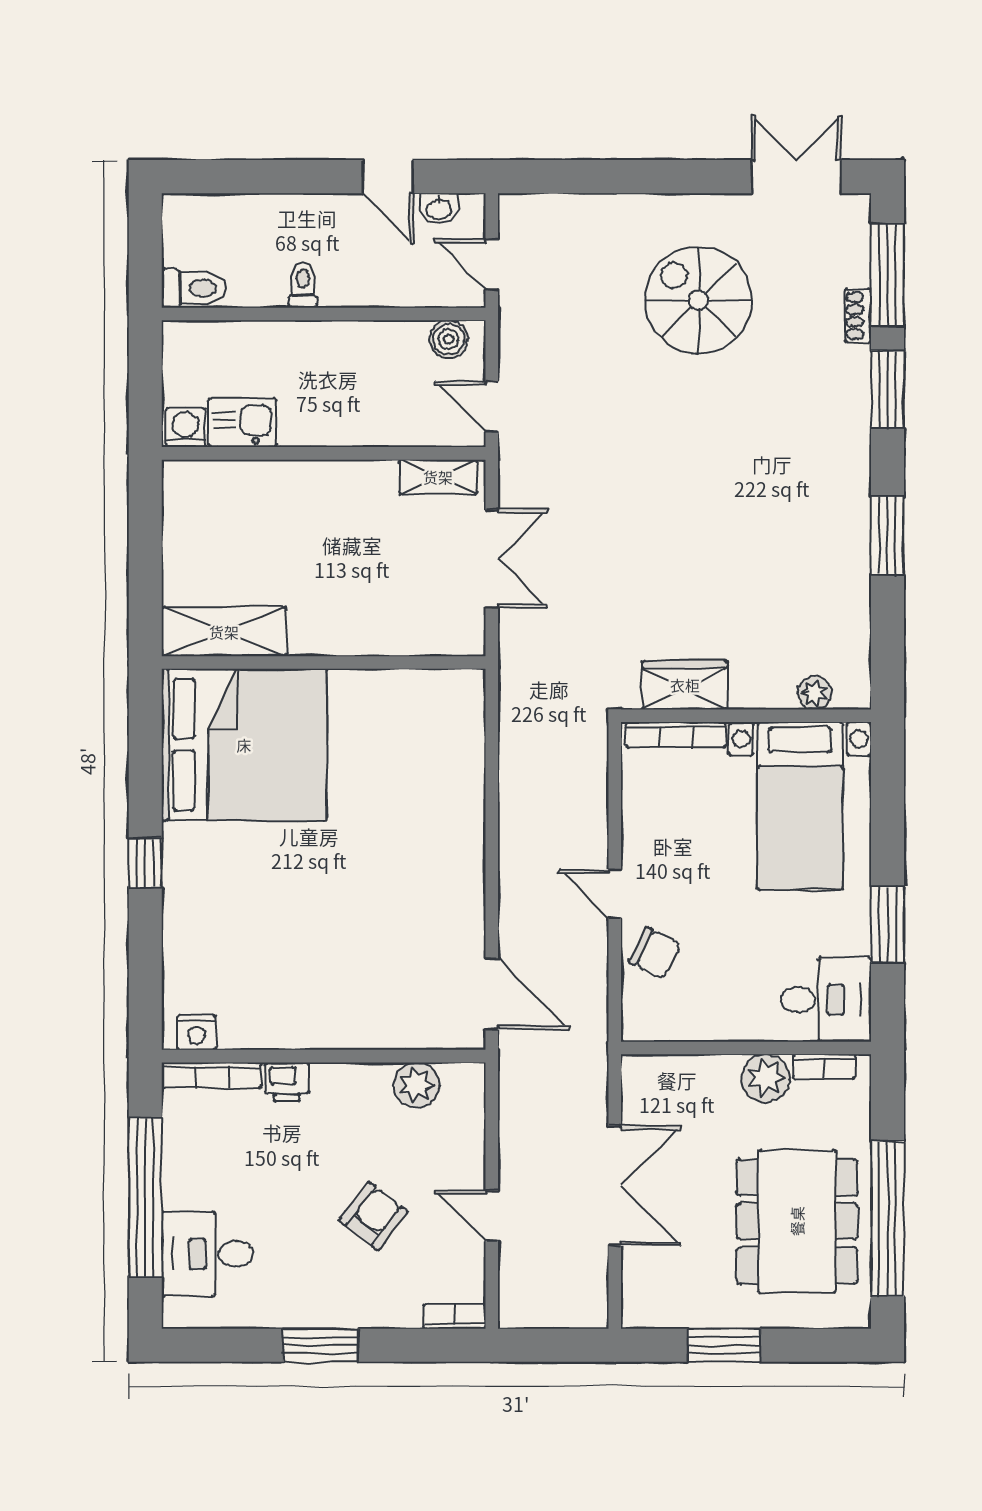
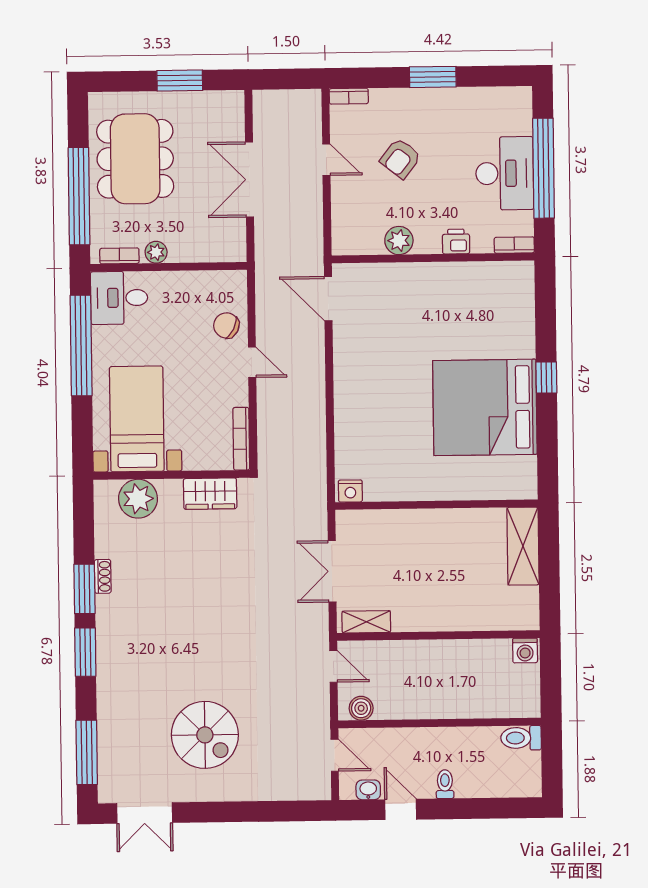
toilet: (303, 285) -> (445, 784), moved, turned 180
shoe rack: (858, 316) -> (103, 576), moved
window: (888, 389) -> (85, 652), moved
kitchen sink: (242, 423) -> (490, 654), removed
shelving: (224, 632) -> (523, 546), moved, turned 90
plant: (814, 693) -> (138, 499), width x1.88, depth x1.88
bookcase: (676, 735) -> (241, 439), moved, turned -90
bed: (244, 745) -> (485, 407), moved
window: (888, 925) -> (81, 345), width x2.11
nightstand: (196, 1032) -> (350, 491), moved, turned 180
bookcase: (212, 1075) -> (514, 245), width x0.64
plant: (766, 1078) -> (156, 252), width x0.73, depth x0.73
plant: (416, 1085) -> (399, 241), moved
window: (888, 1219) -> (79, 196), moved
desk: (207, 1254) -> (505, 173), moved, width x1.37

